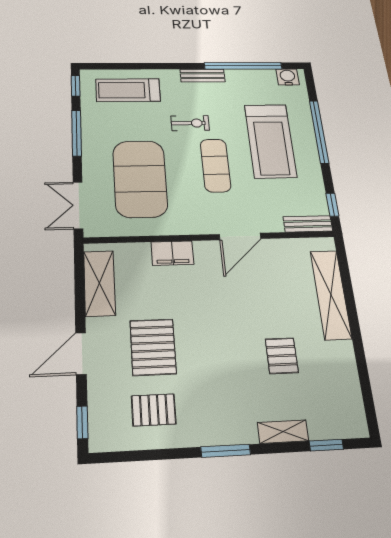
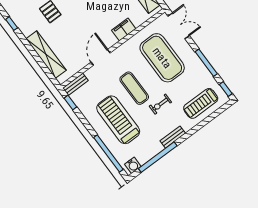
treadmill: (128, 90) -> (201, 103), turned 180
window: (319, 132) -> (108, 153), moved
window: (364, 379) -> (12, 24), added

